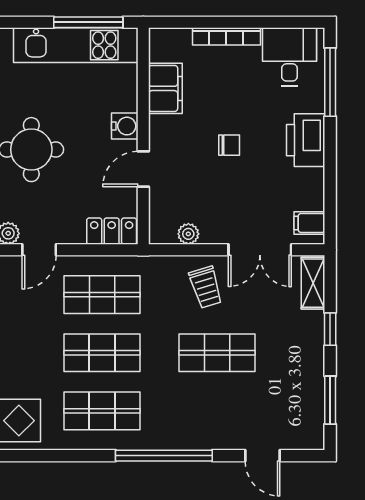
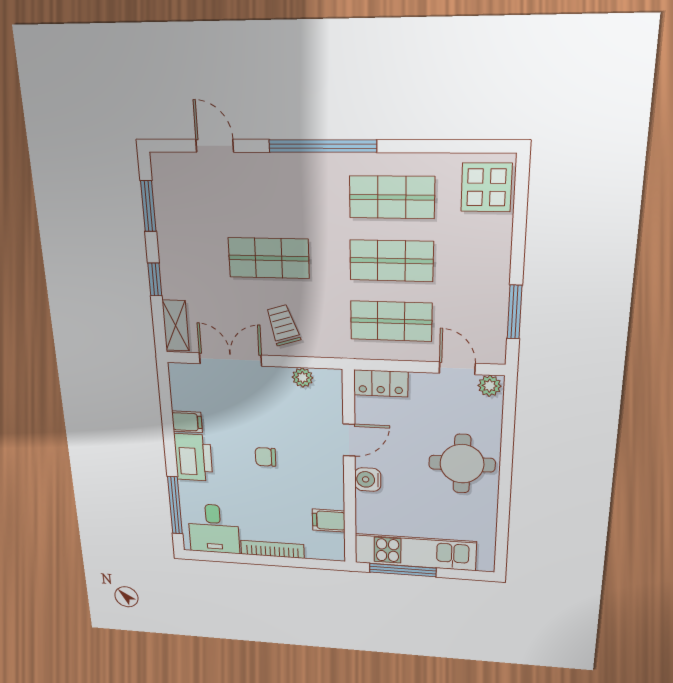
filing cabinet: (165, 88) -> (329, 520), width x0.50
filing cabinet: (309, 223) -> (187, 422), moved
door: (39, 250) -> (457, 368), hinge flipped

